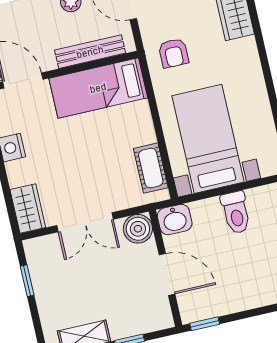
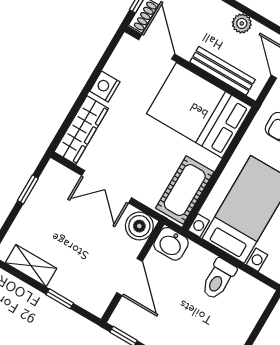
bed: (98, 88) -> (199, 110), width x1.50
cot: (151, 168) -> (185, 190), width x1.37, depth x1.34
wardrobe: (28, 209) -> (81, 130), width x1.50

